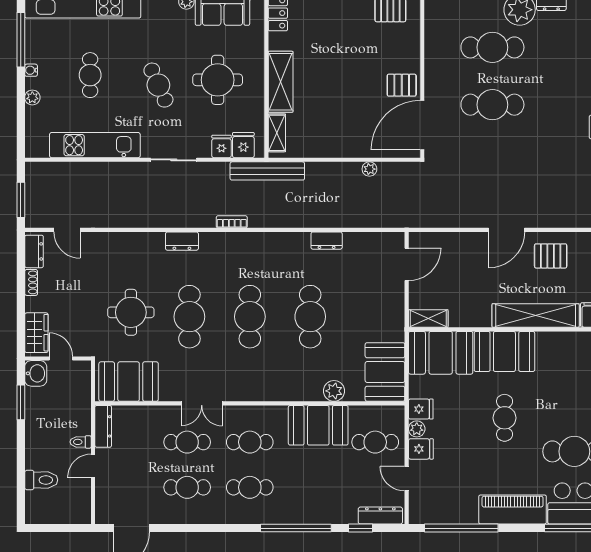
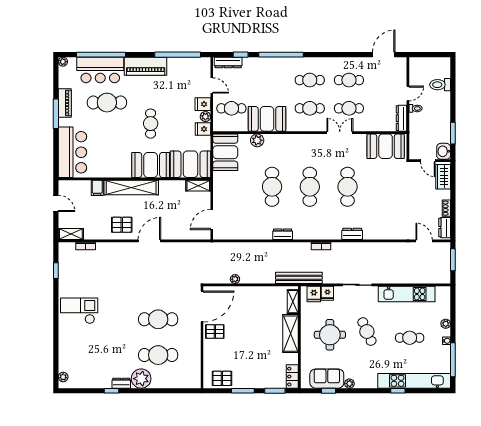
cafe table: (90, 75) -> (410, 338), turned 90
dresser: (327, 241) -> (283, 234), moved
round table: (131, 312) -> (384, 189), removed

